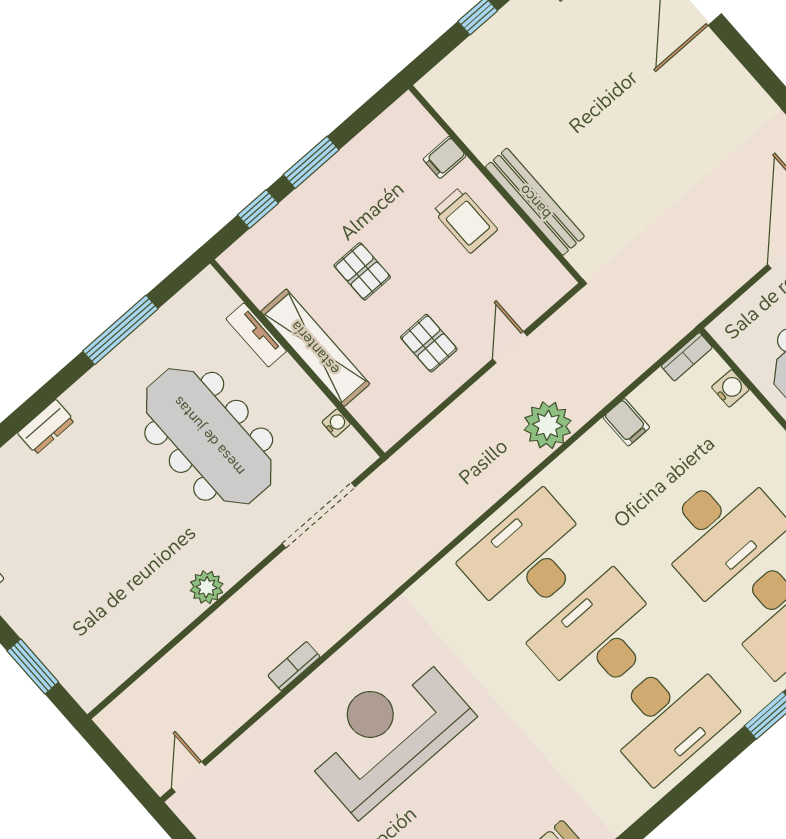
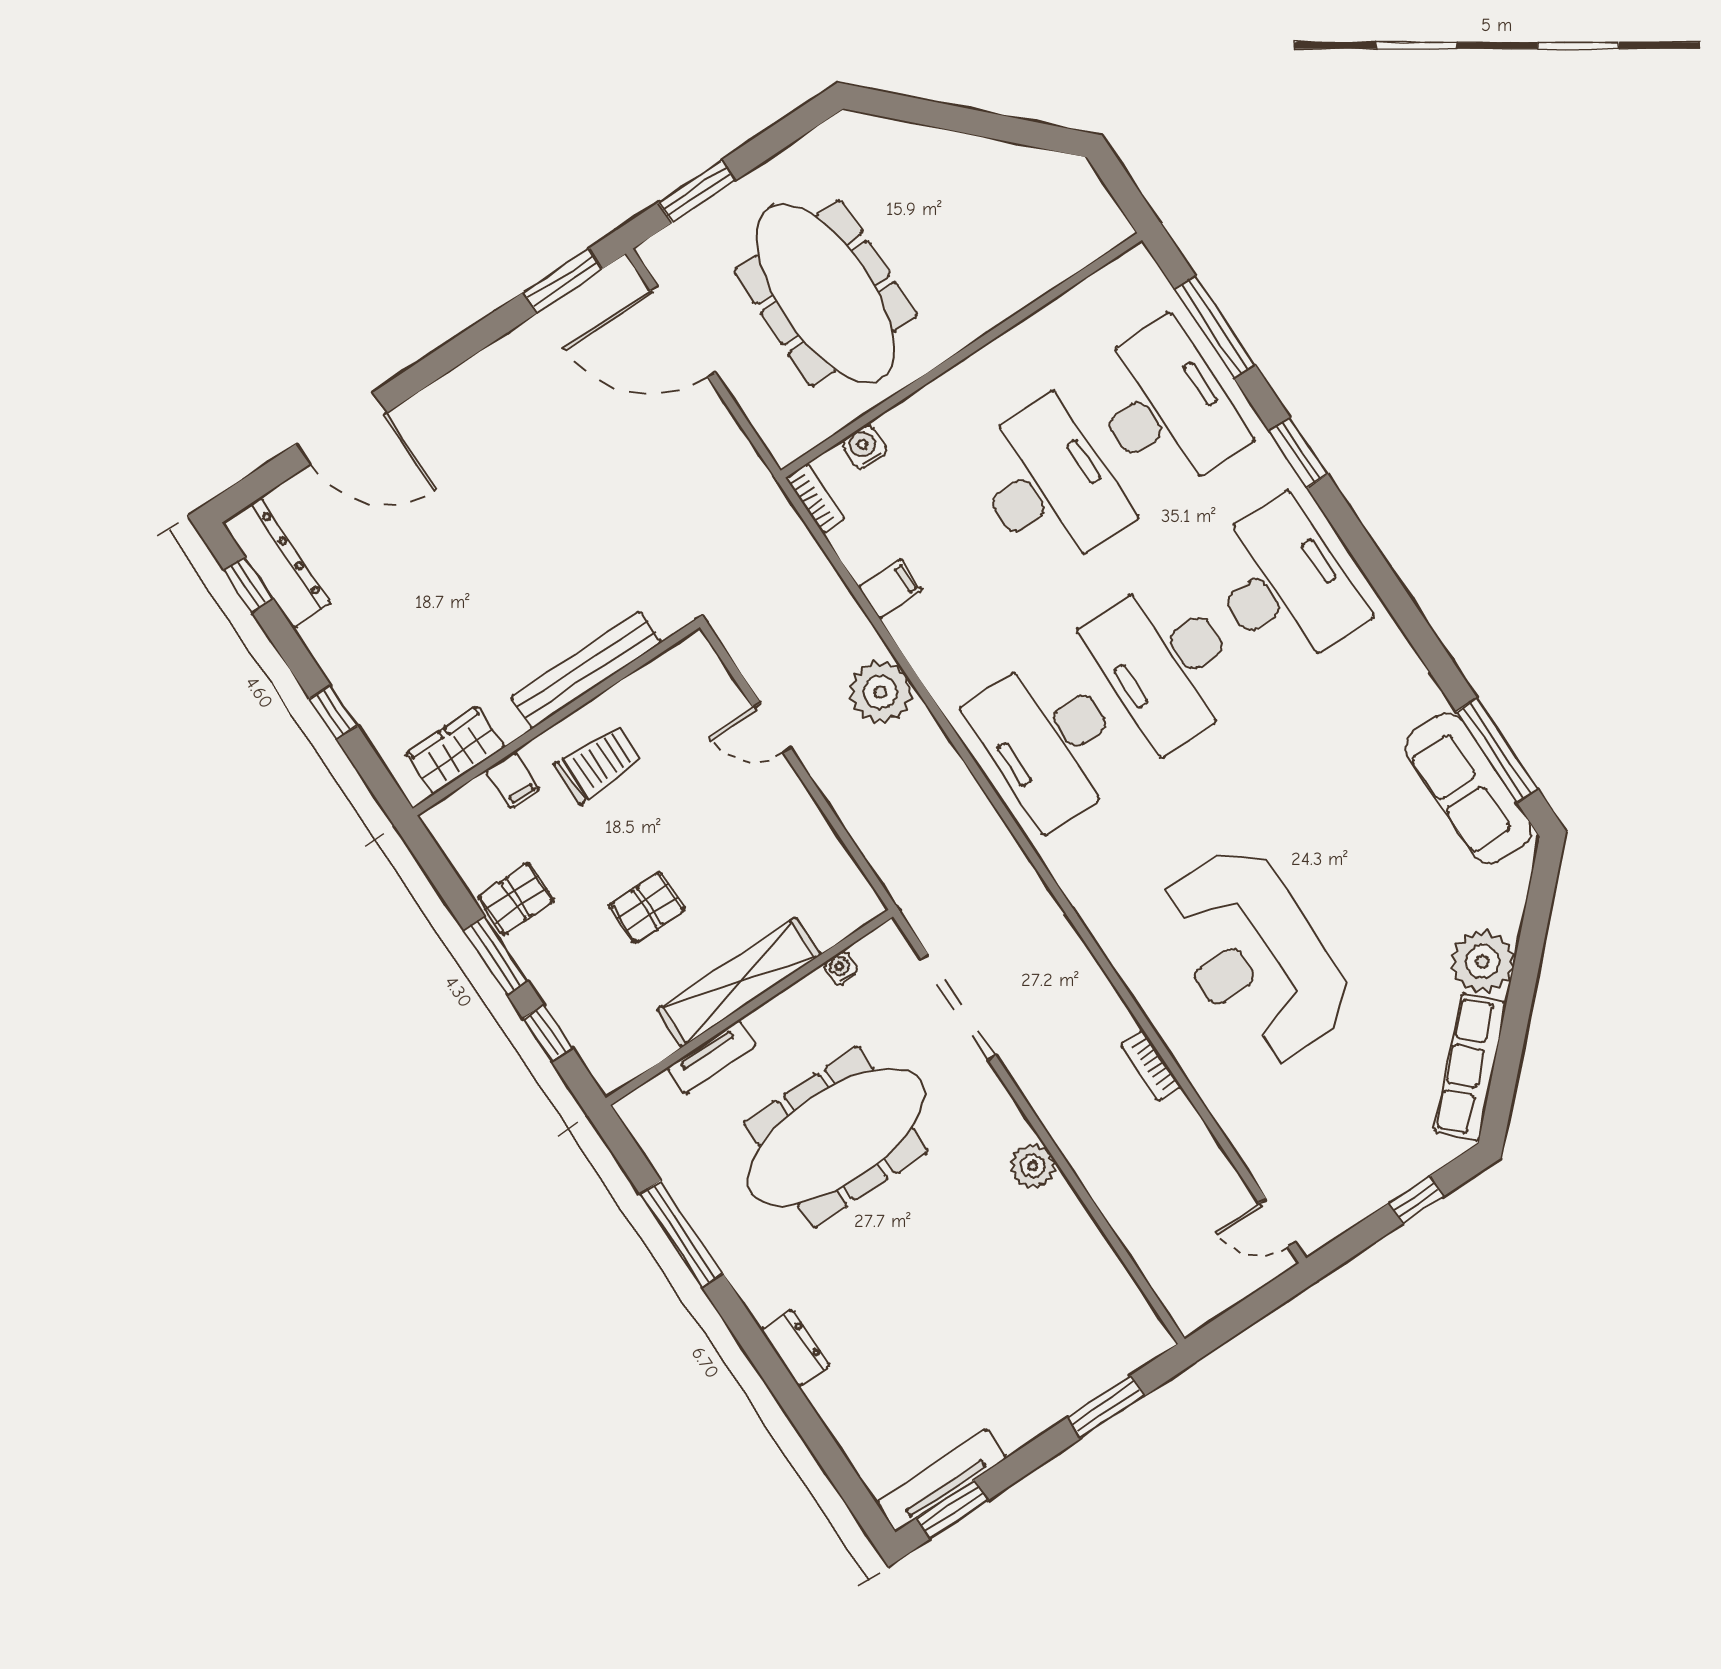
wardrobe: (461, 111) -> (455, 750), added
pallet: (429, 343) -> (516, 899), moved

